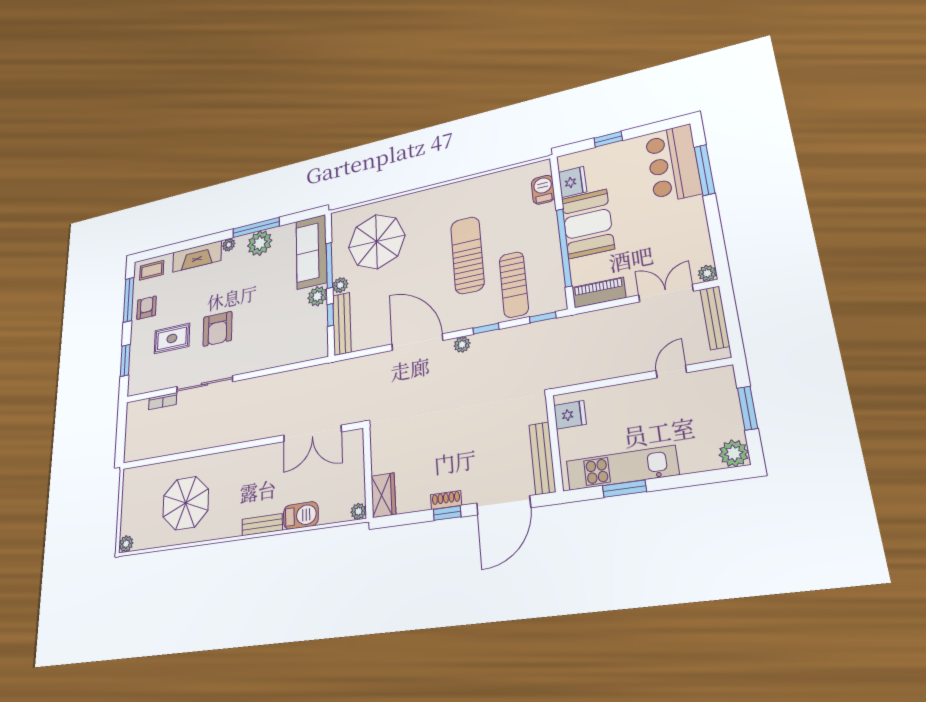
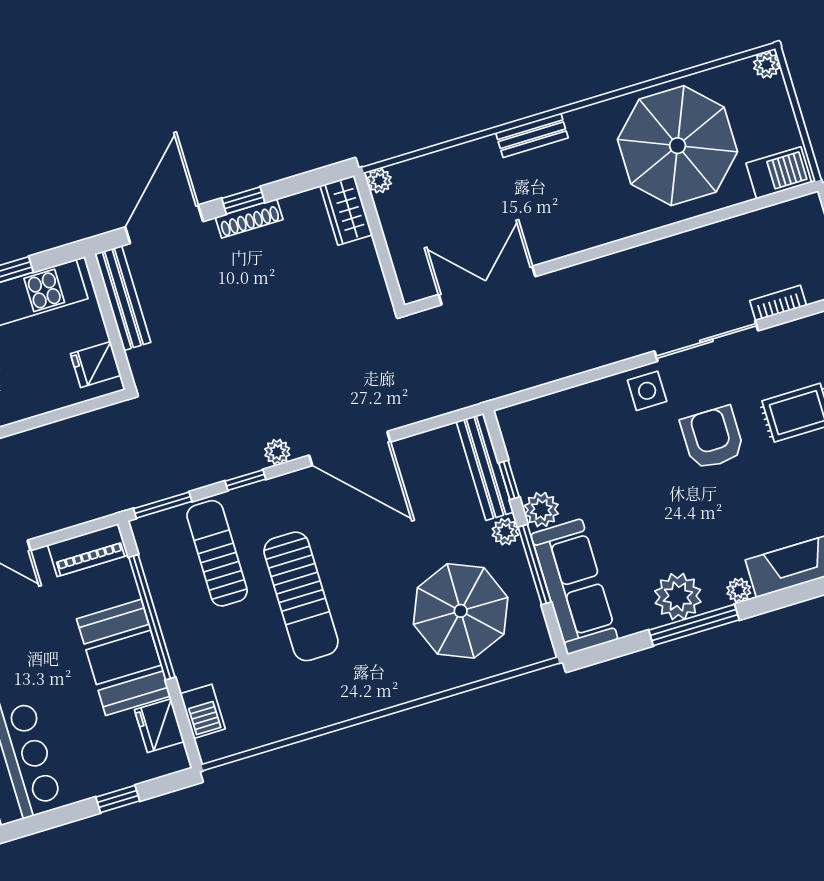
window: (543, 317) -> (163, 505), width x1.50
side table: (243, 359) -> (647, 391), added
shoe rack: (446, 500) -> (249, 218), width x1.43
parasol: (186, 503) -> (678, 146), width x1.36, depth x1.36
barbecue: (301, 515) -> (779, 173), moved, turned 180

